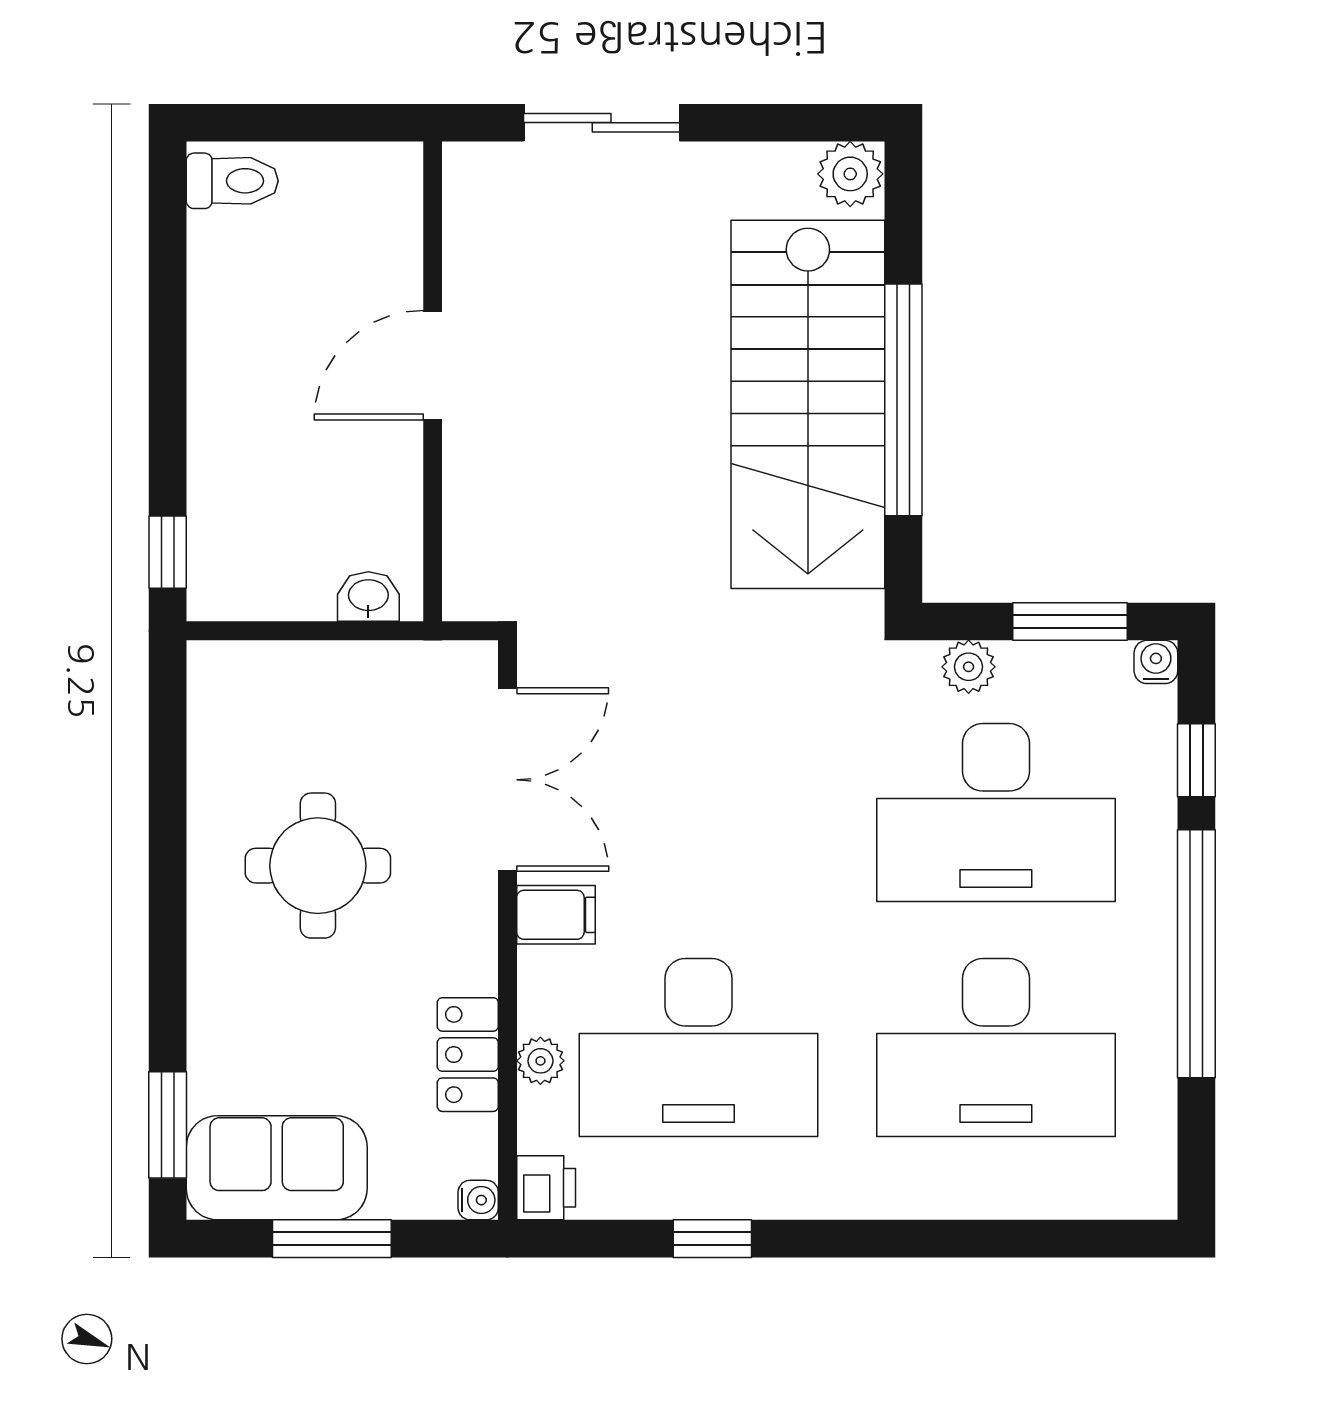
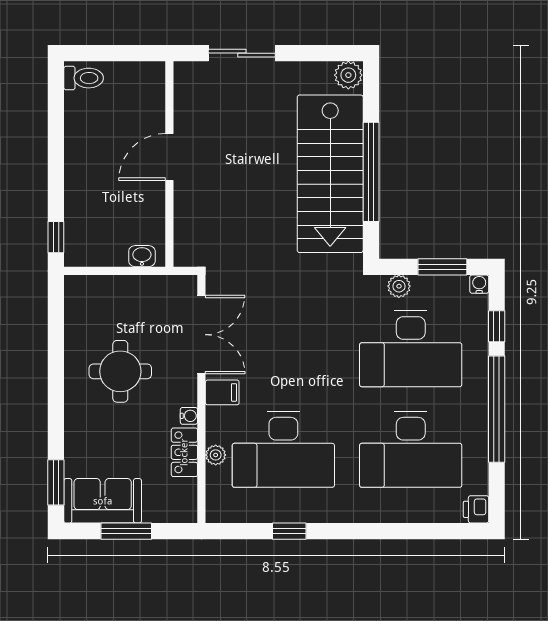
printer: (546, 1188) -> (476, 509), moved, turned 180
water cooler: (478, 1200) -> (189, 416), moved

